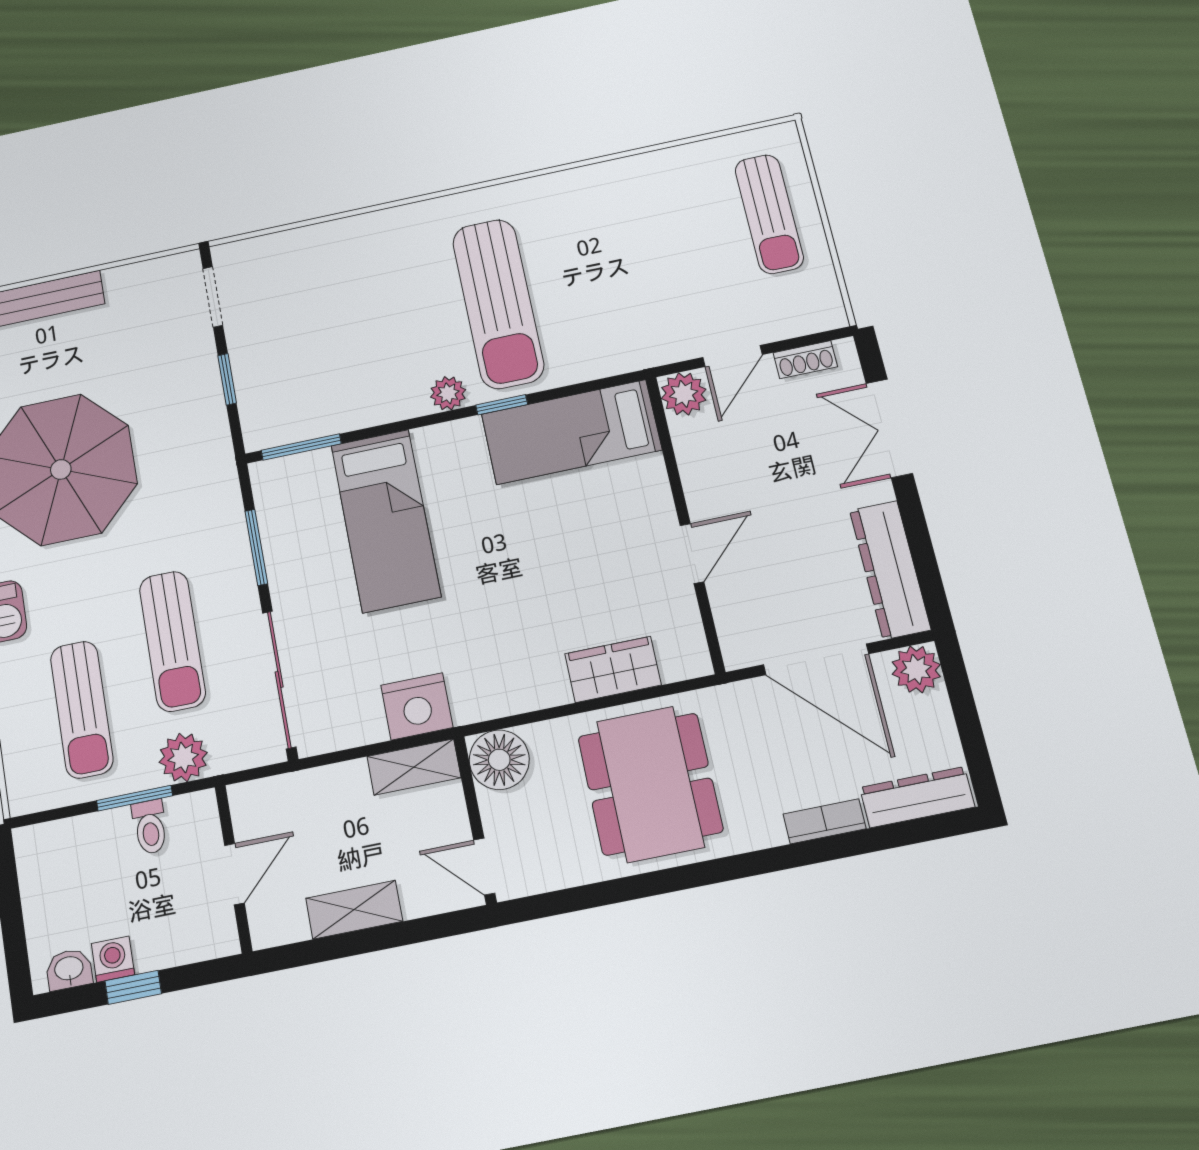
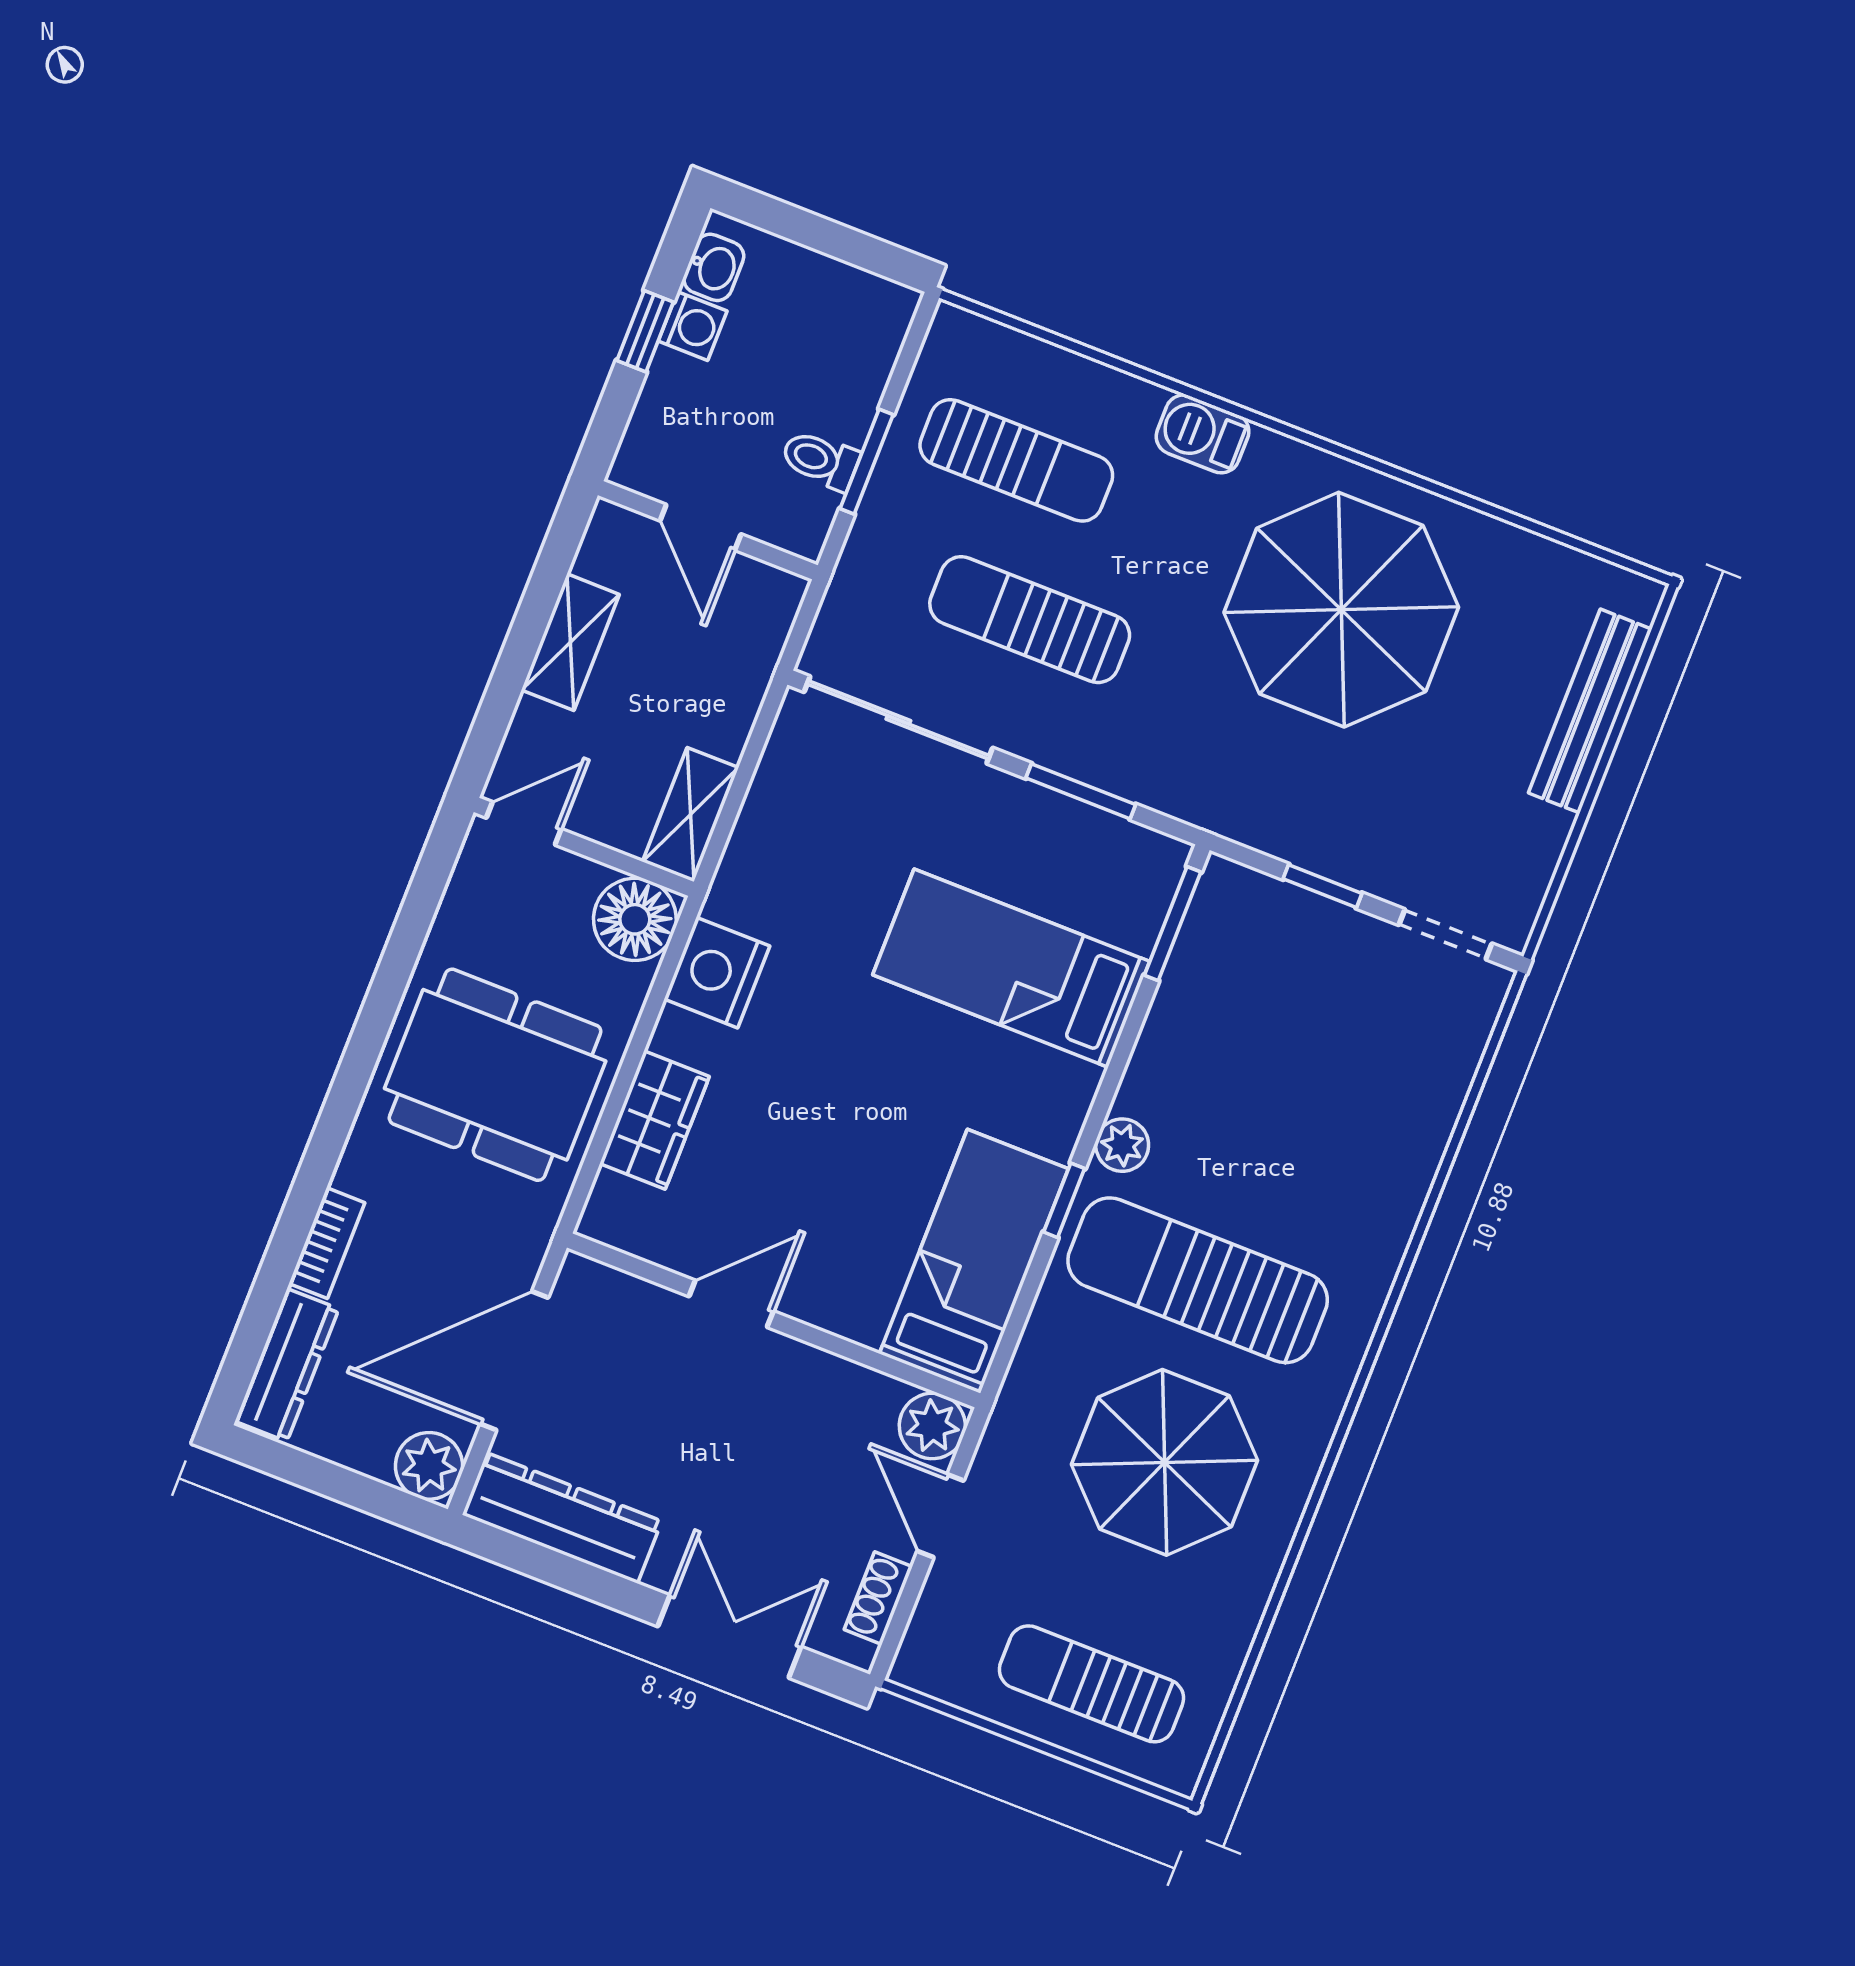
parasol: (615, 255) -> (1164, 1462), added
door: (692, 553) -> (731, 1304), swing flipped
nightstand: (417, 706) -> (717, 973), moved
sun lounger: (82, 709) -> (1016, 460), turned 180
plant: (183, 757) -> (878, 549), removed

